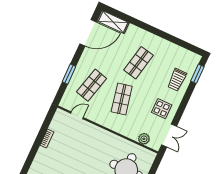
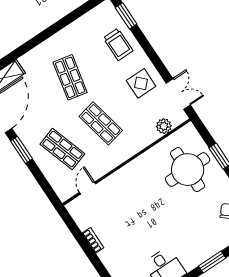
window: (69, 74) -> (21, 150), moved
shop shelf: (92, 85) -> (62, 149), turned -33

